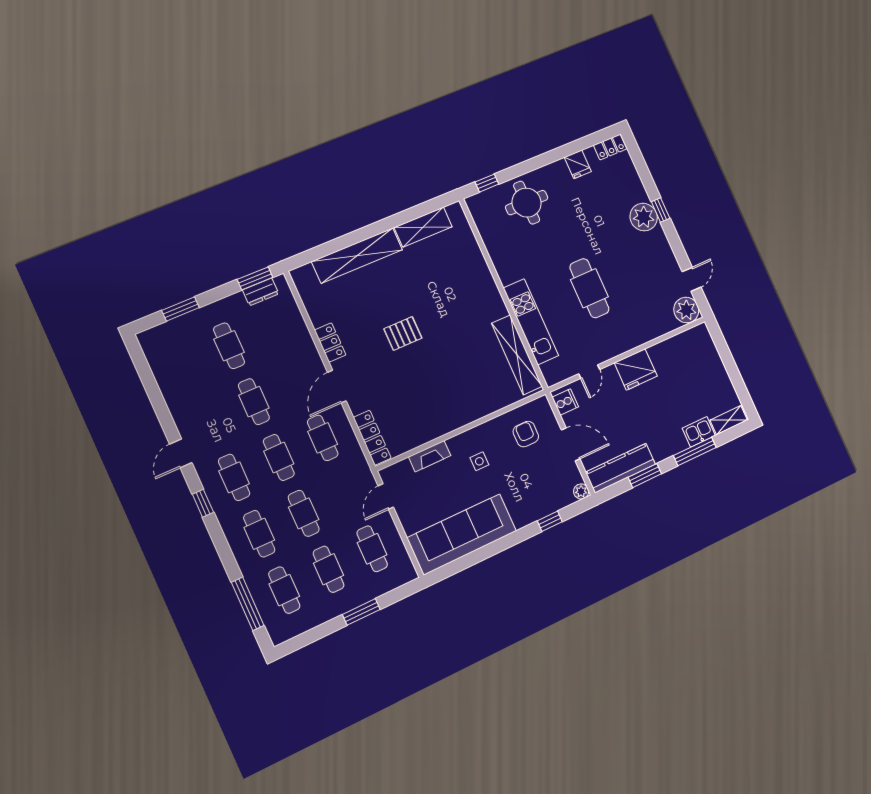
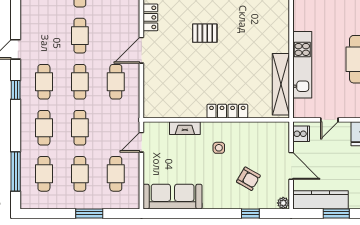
armchair: (526, 434) -> (248, 179), moved, turned 120
locker: (372, 438) -> (227, 111), moved, turned -90
sofa: (462, 534) -> (173, 197), width x0.74, depth x0.79

